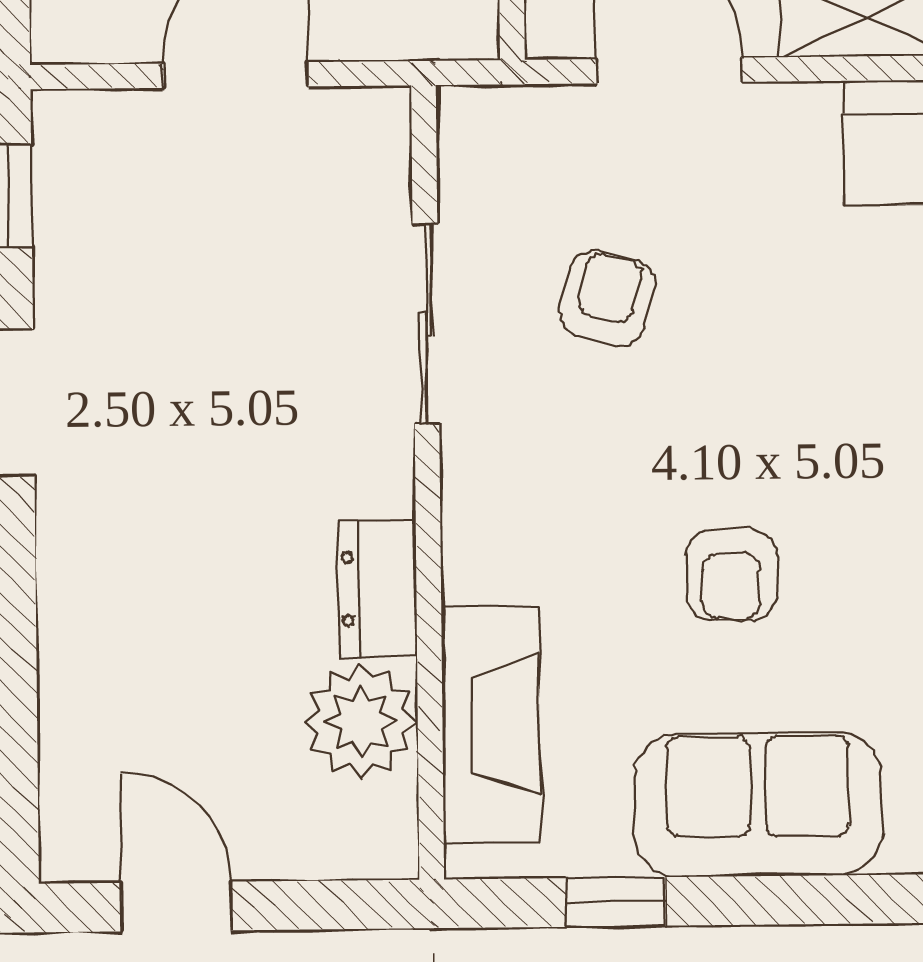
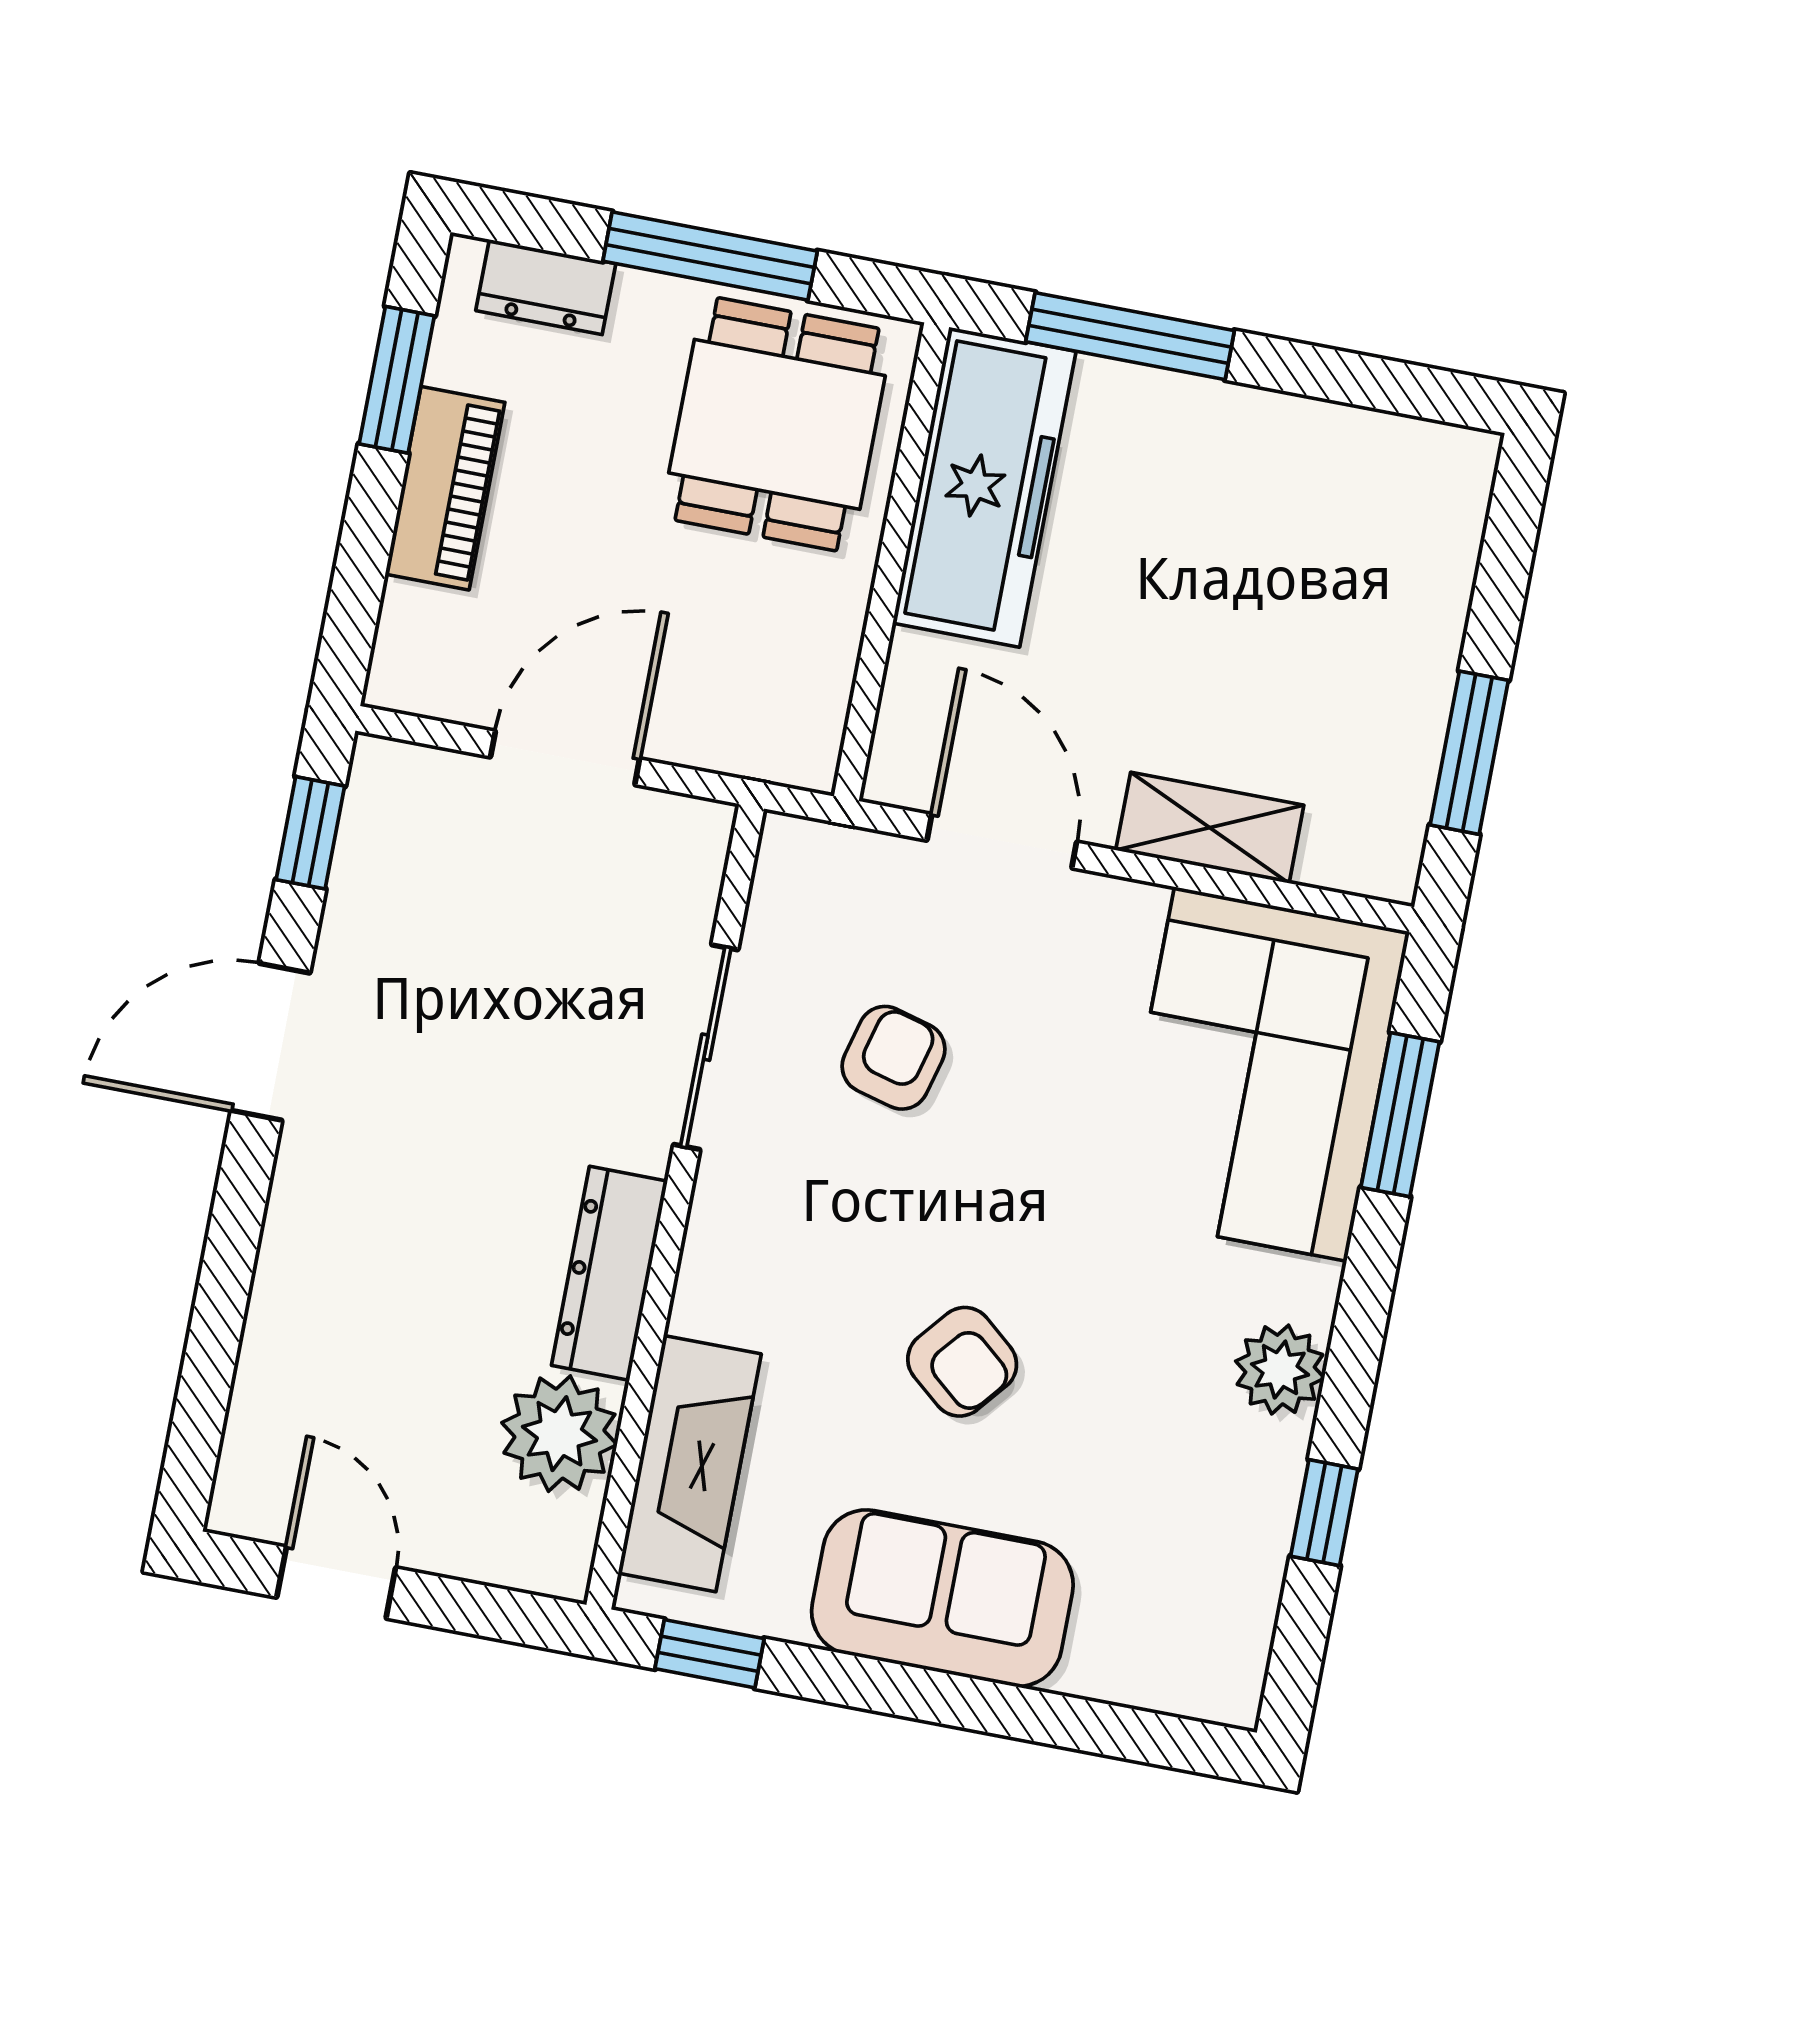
armchair: (731, 575) -> (962, 1362), turned -51
dresser: (378, 589) -> (609, 1273), width x1.44
window: (616, 902) -> (710, 1654), moved

